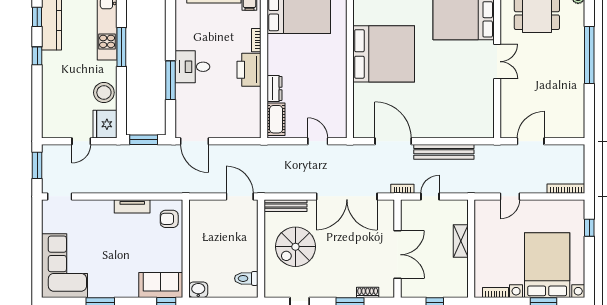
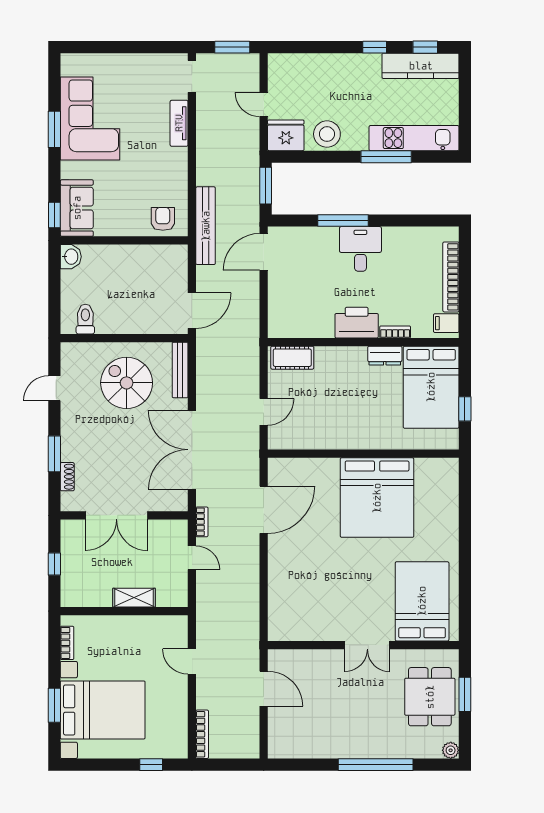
dresser: (274, 88) -> (385, 356), moved
bench: (444, 152) -> (206, 226), moved
tv unit: (132, 206) -> (179, 123), moved
corner sofa: (64, 266) -> (90, 119), moved, turned -90

